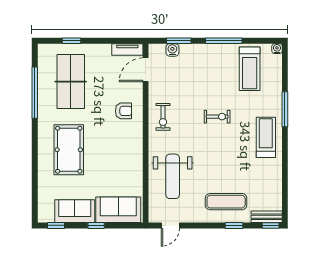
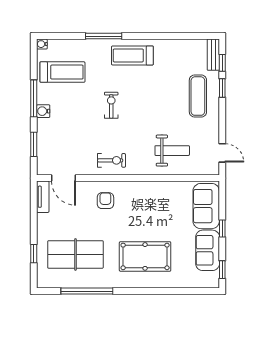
water cooler: (172, 50) -> (43, 111), moved
weight bench: (173, 176) -> (172, 151), width x0.73, depth x0.75
window: (271, 225) -> (222, 63), moved

